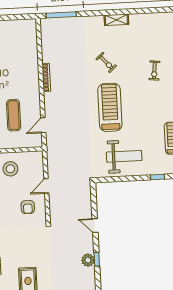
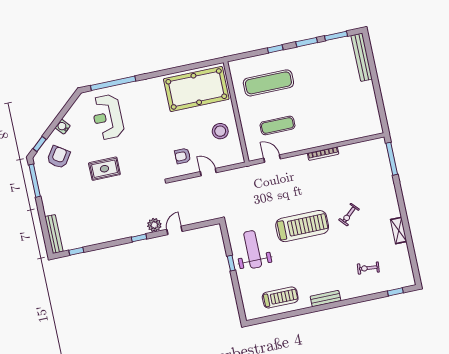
shelving: (116, 20) -> (399, 230), moved
exercise bike: (154, 71) -> (368, 268), moved
weight bench: (124, 156) -> (253, 249), turned 180
window: (158, 177) -> (231, 263), moved
plant: (88, 260) -> (154, 225), moved

